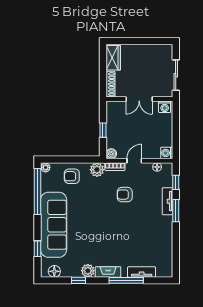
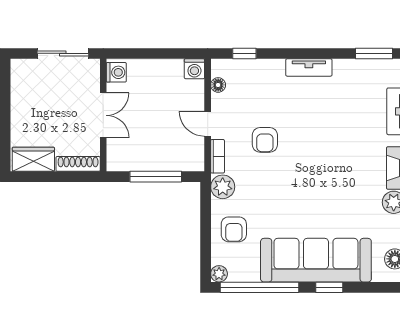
window: (103, 130) -> (156, 177), width x2.17
boiler: (111, 154) -> (196, 163), removed
tv unit: (167, 201) -> (309, 67), moved
window: (176, 211) -> (374, 53), moved
window: (38, 249) -> (329, 287), moved

